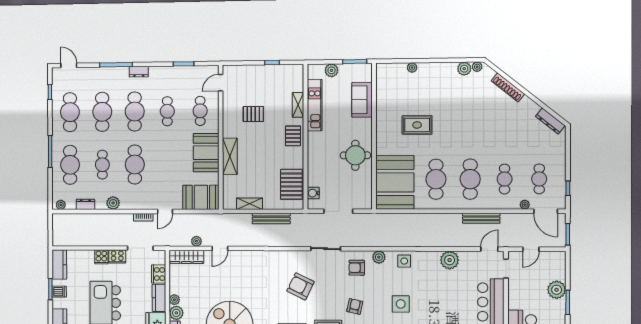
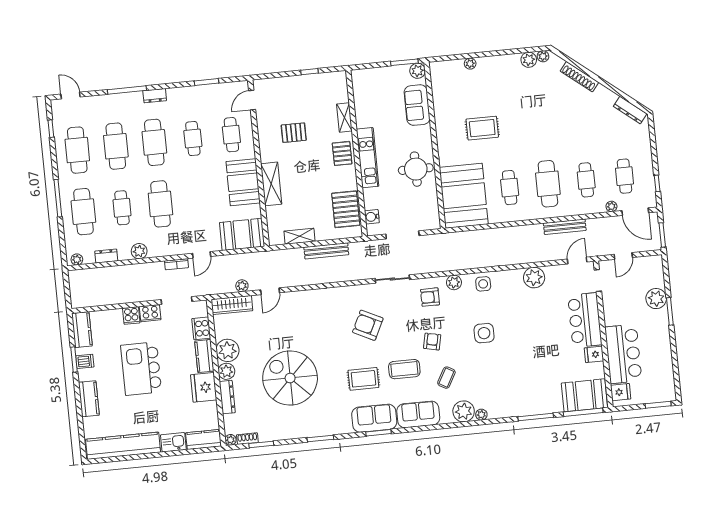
plant: (332, 70) -> (418, 71), moved
kitchen unit: (315, 105) -> (368, 158), moved
cafe table: (436, 179) -> (510, 188), width x0.73, depth x0.74
plant: (174, 300) -> (227, 350), width x1.87, depth x1.87

